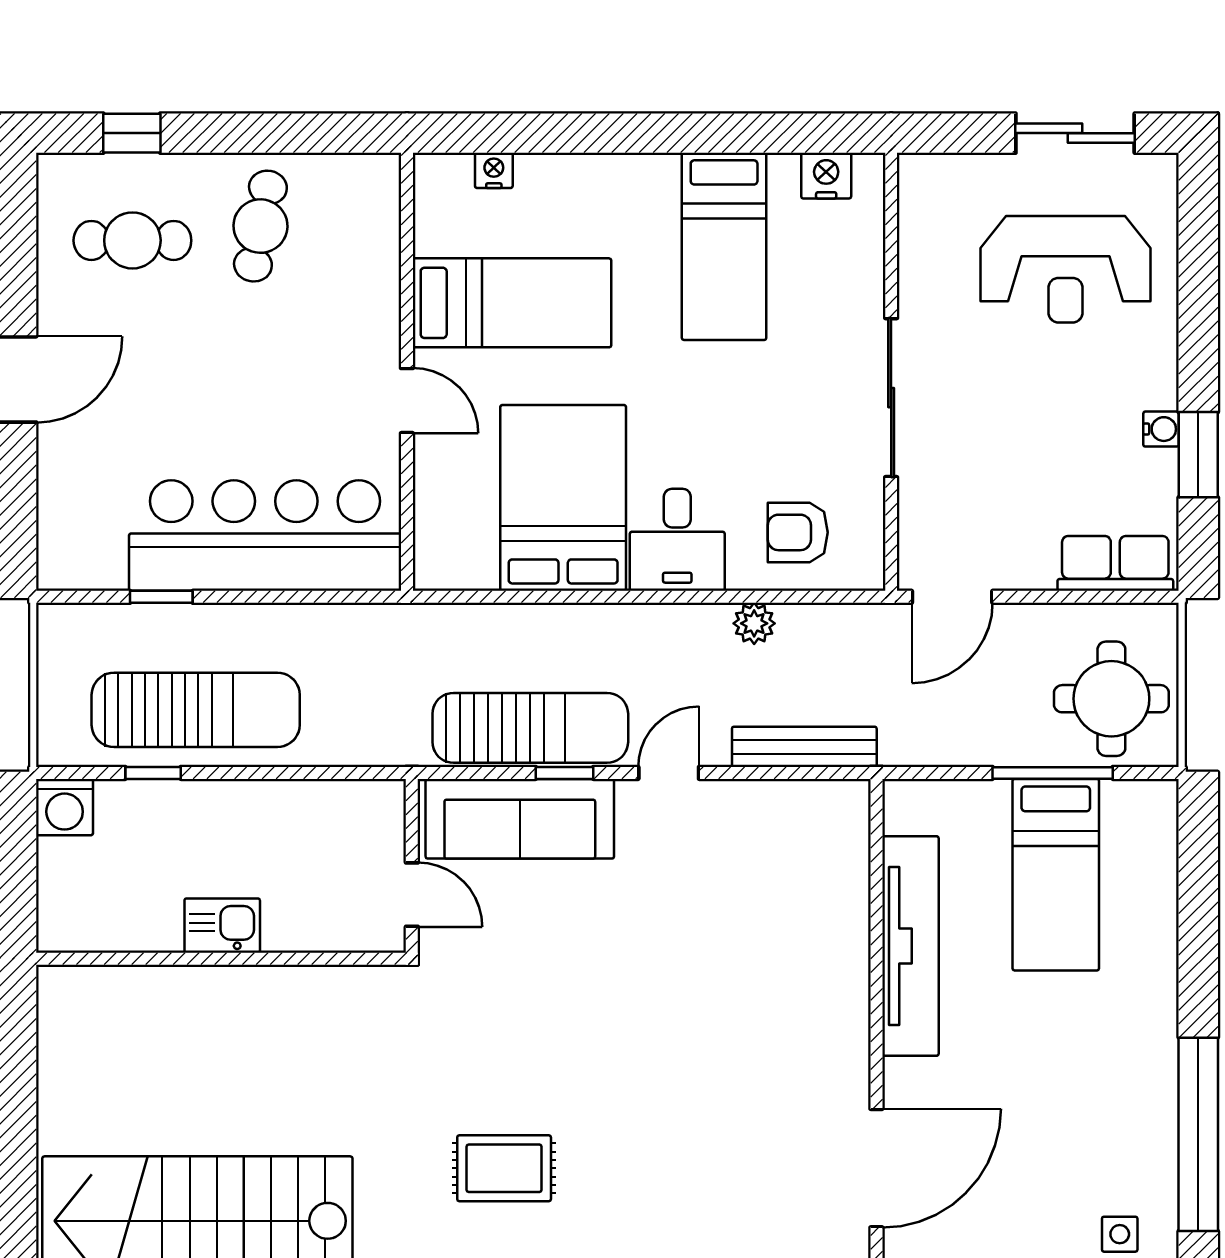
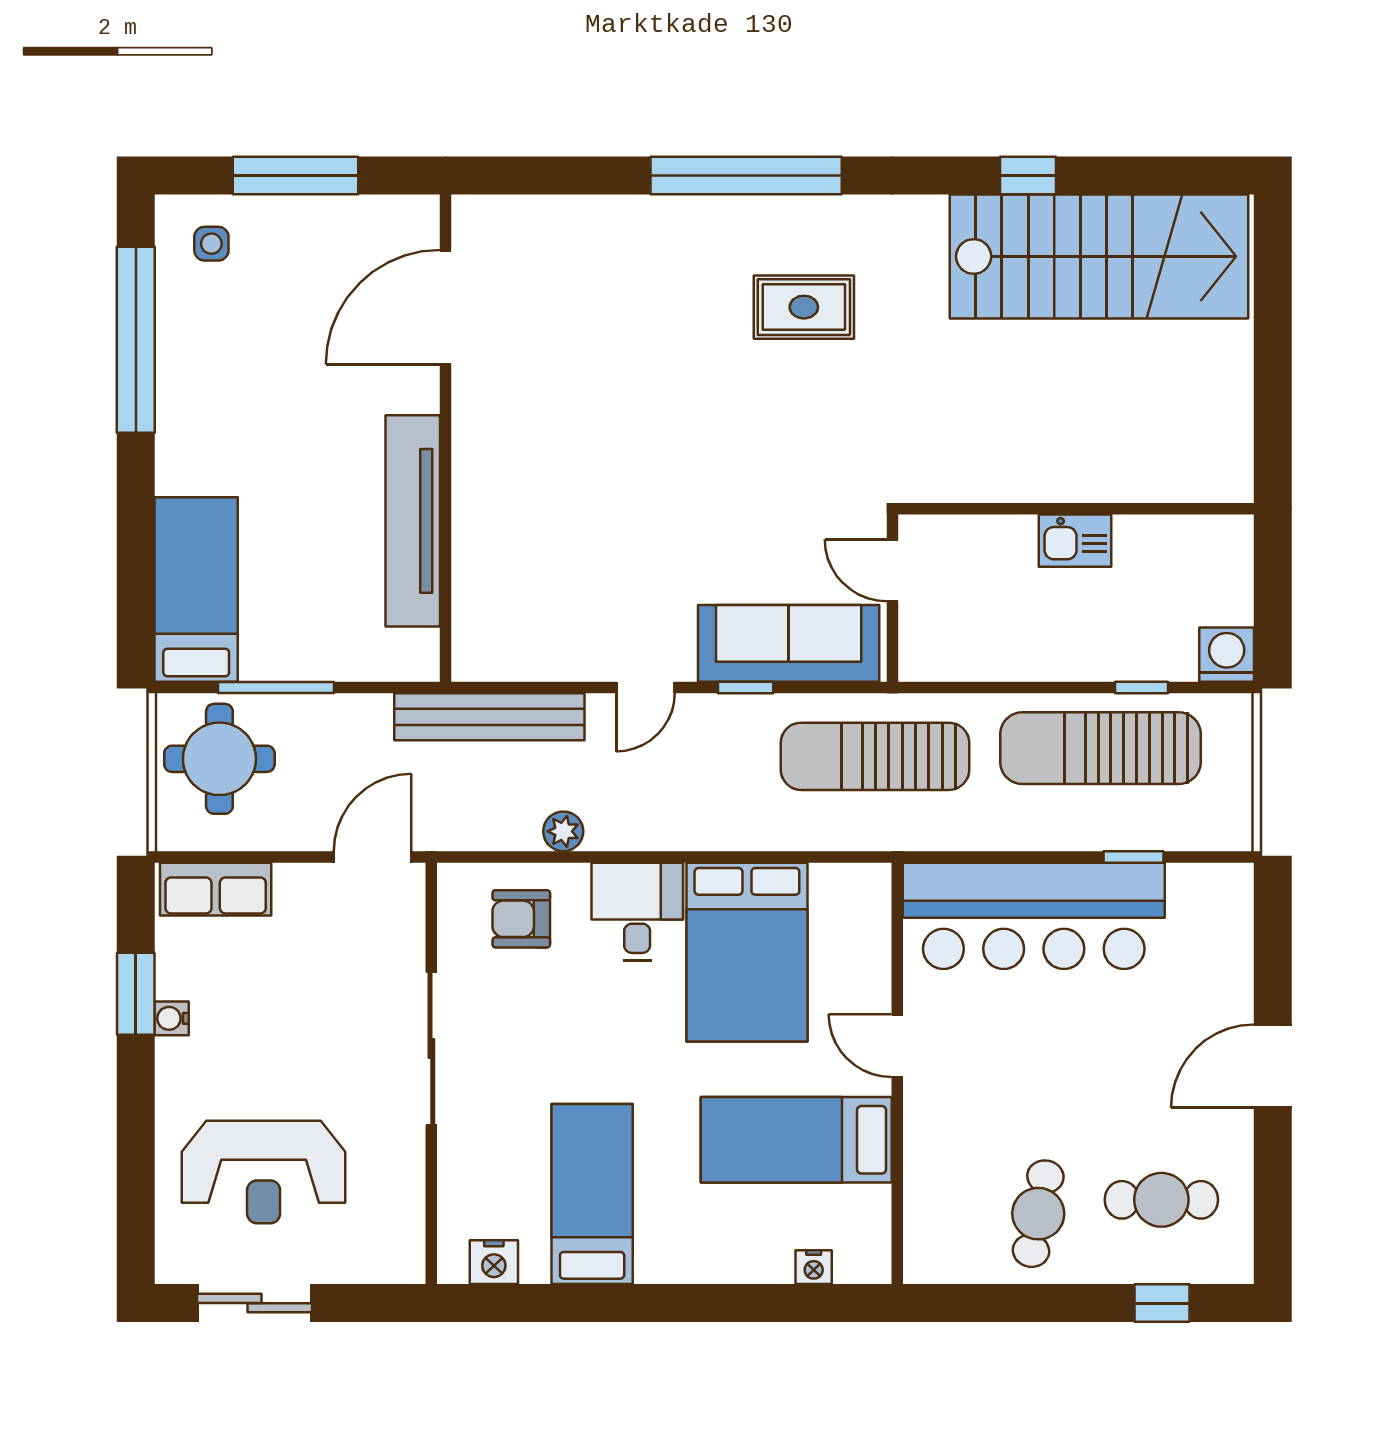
reception desk: (1065, 269) -> (264, 1172), turned 180
armchair: (798, 532) -> (521, 919), turned 180
sun lounger: (530, 728) -> (875, 756), moved
bench: (804, 747) -> (489, 717), width x1.37, depth x1.21
bed: (1056, 875) -> (196, 590), moved

